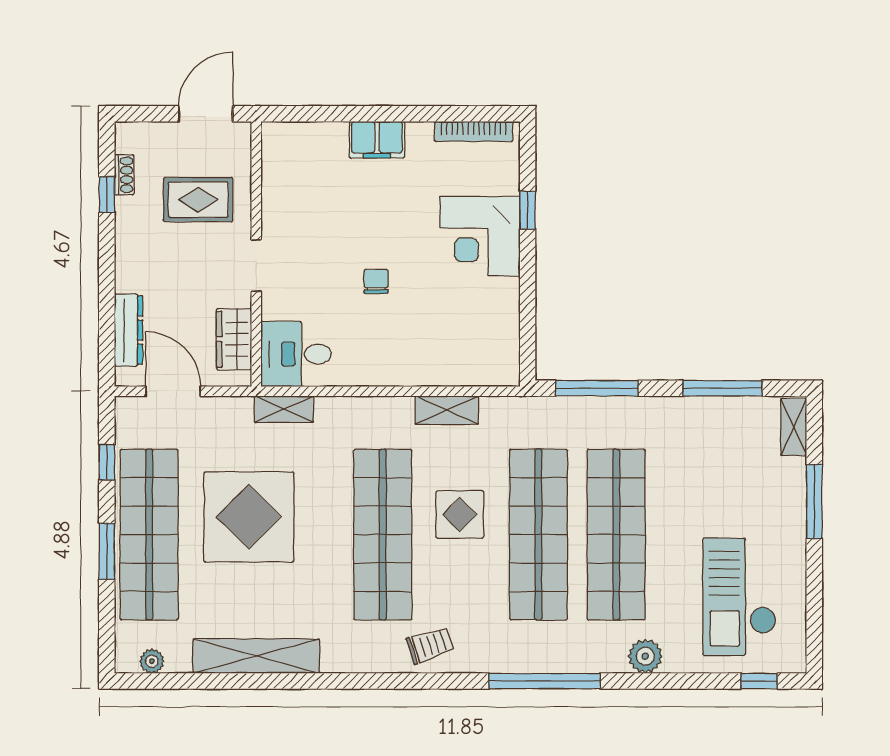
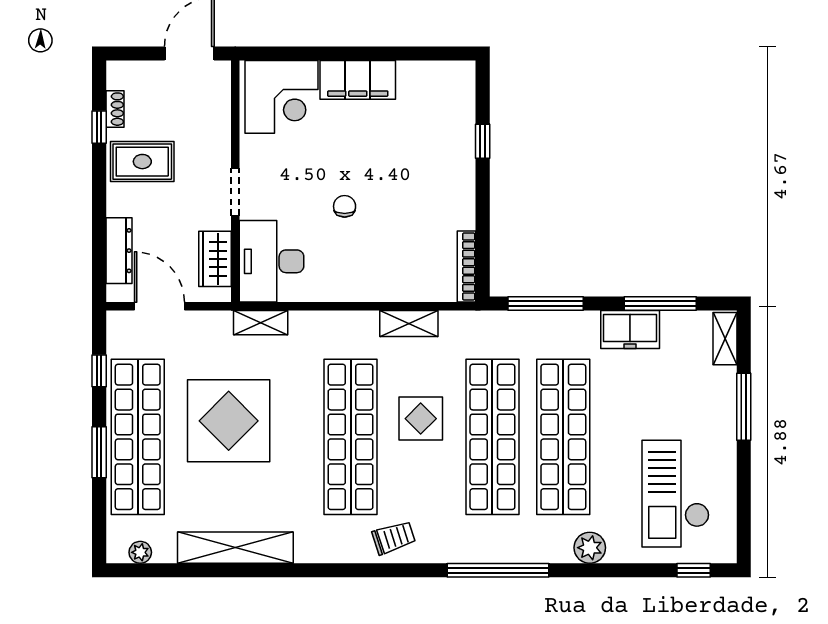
bookcase: (474, 131) -> (467, 266), moved, turned 90
filing cabinet: (377, 140) -> (358, 80), width x1.50, depth x1.17
rug: (198, 200) -> (142, 162), moved
corner desk: (480, 236) -> (282, 97), moved, turned -90
desk: (296, 354) -> (272, 261), width x1.37
freezer: (689, 417) -> (630, 330), added

